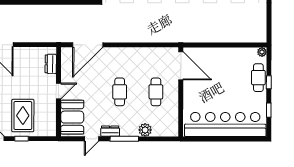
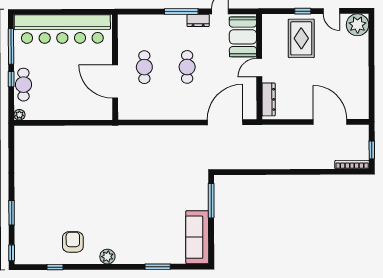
dresser: (51, 64) -> (269, 99), width x1.44
door: (181, 66) -> (115, 82), moved
window: (269, 110) -> (11, 46), width x2.17
plant: (145, 130) -> (157, 22), removed

